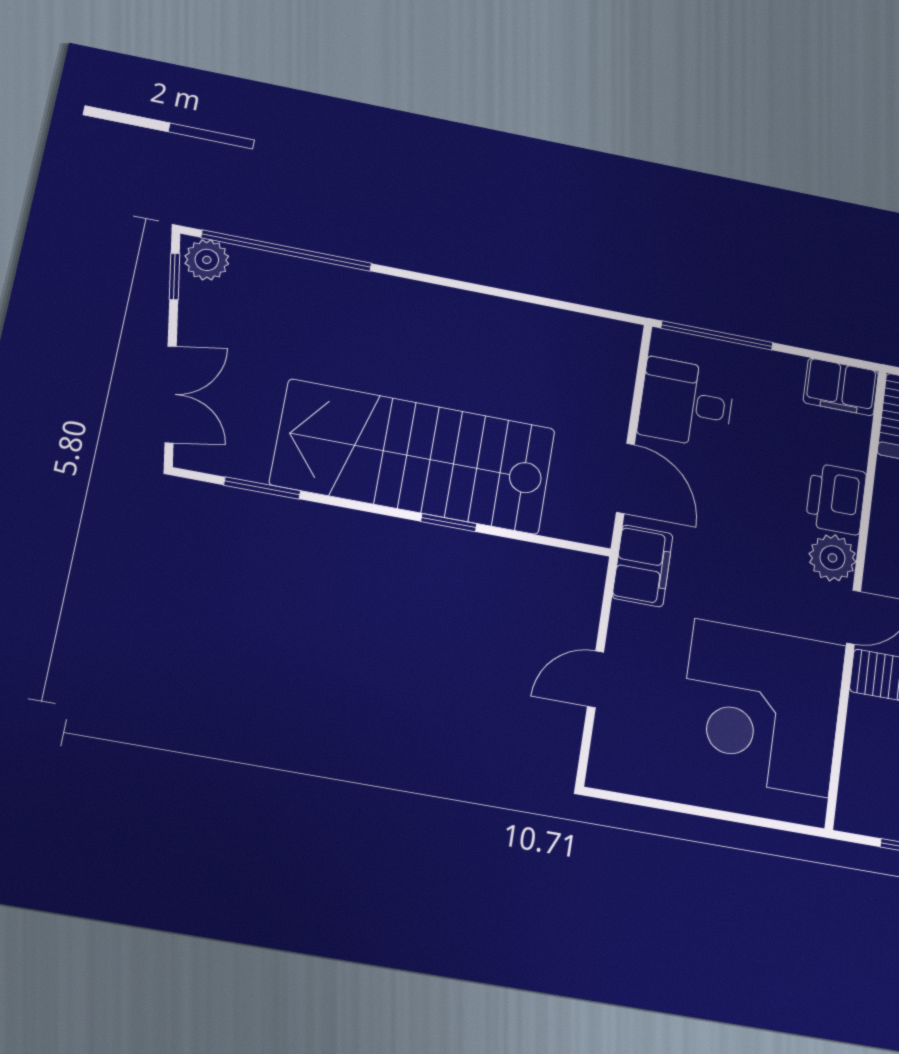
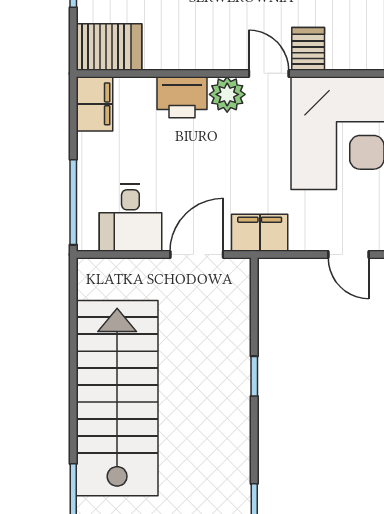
stairs: (413, 457) -> (117, 398), moved, turned 180

